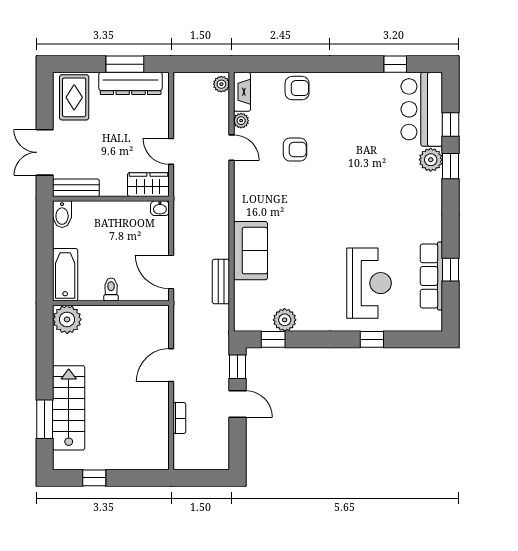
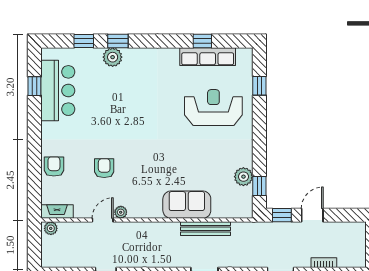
bar counter: (422, 109) -> (58, 91), moved, turned -90
plant: (241, 121) -> (121, 212), moved
bench: (221, 282) -> (206, 229), width x1.36
window: (372, 339) -> (259, 86), moved

